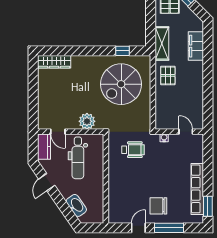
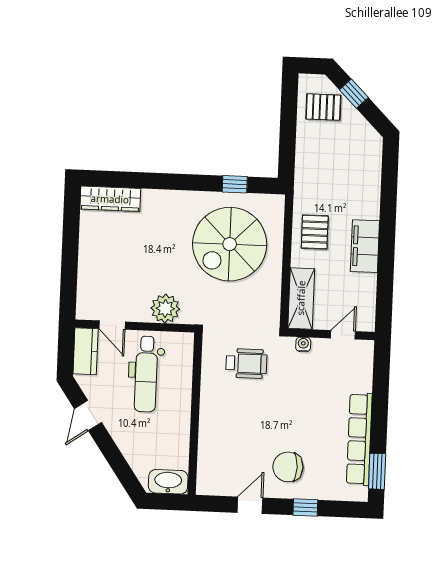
shelving: (162, 43) -> (301, 298), moved
filing cabinet: (196, 46) -> (365, 246), moved
door: (186, 132) -> (343, 335), hinge flipped
washbasin: (76, 205) -> (168, 482), moved, turned -55
window: (169, 228) -> (305, 508), width x0.46

